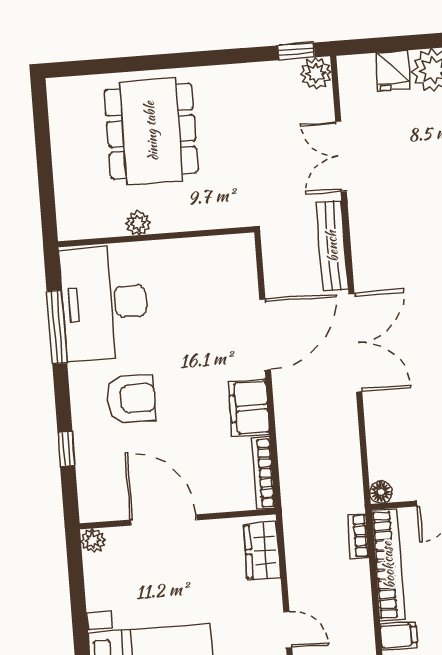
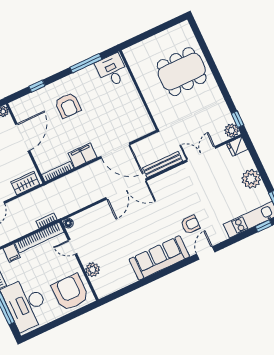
fridge: (393, 71) -> (237, 146), moved
plant: (138, 223) -> (142, 81), removed
desk: (105, 303) -> (112, 70), width x0.53, depth x0.77

